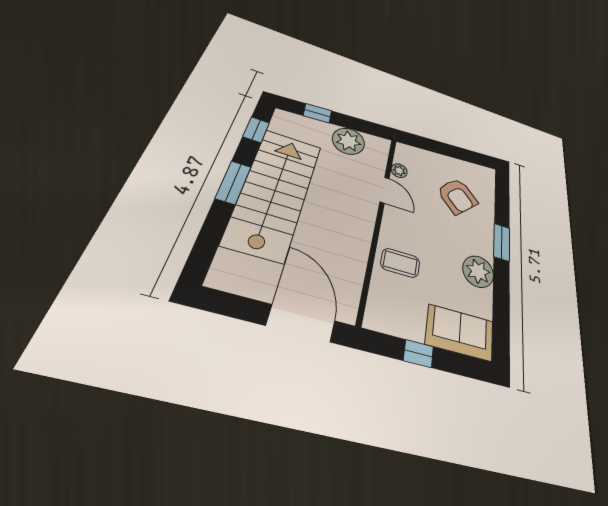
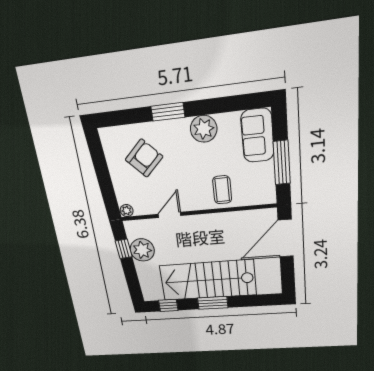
window: (317, 113) -> (124, 249), moved
plant: (399, 171) -> (127, 211), moved
window: (418, 354) -> (282, 163), width x2.17

